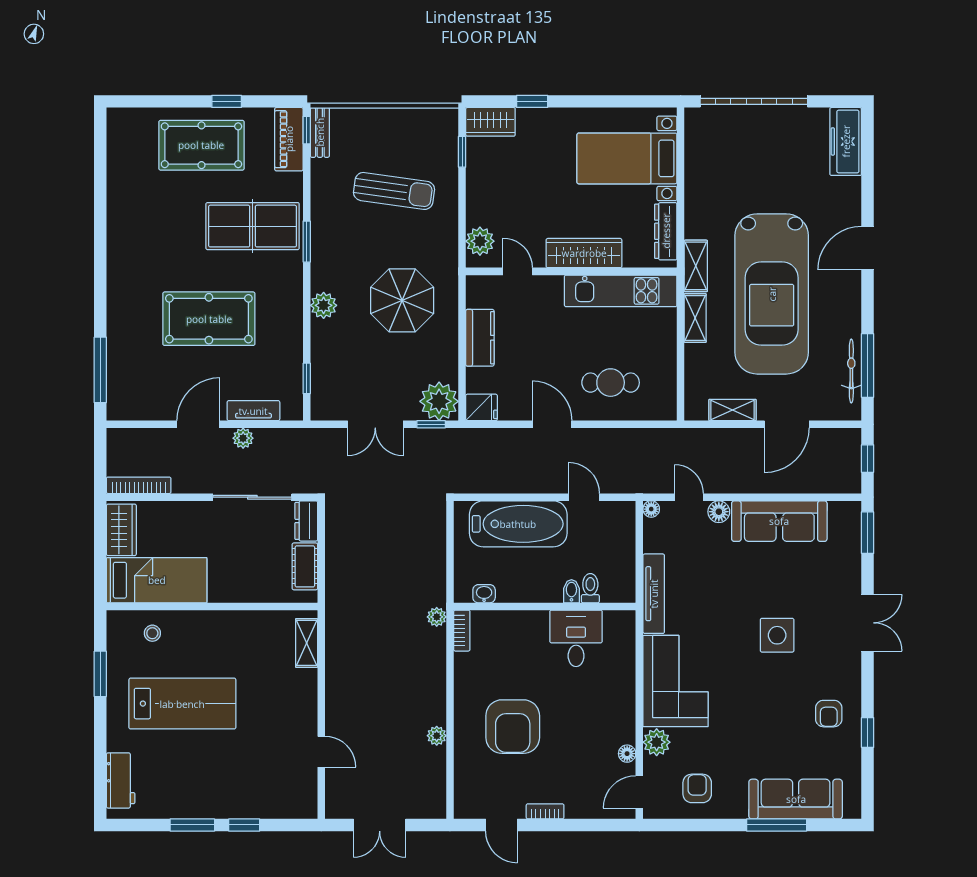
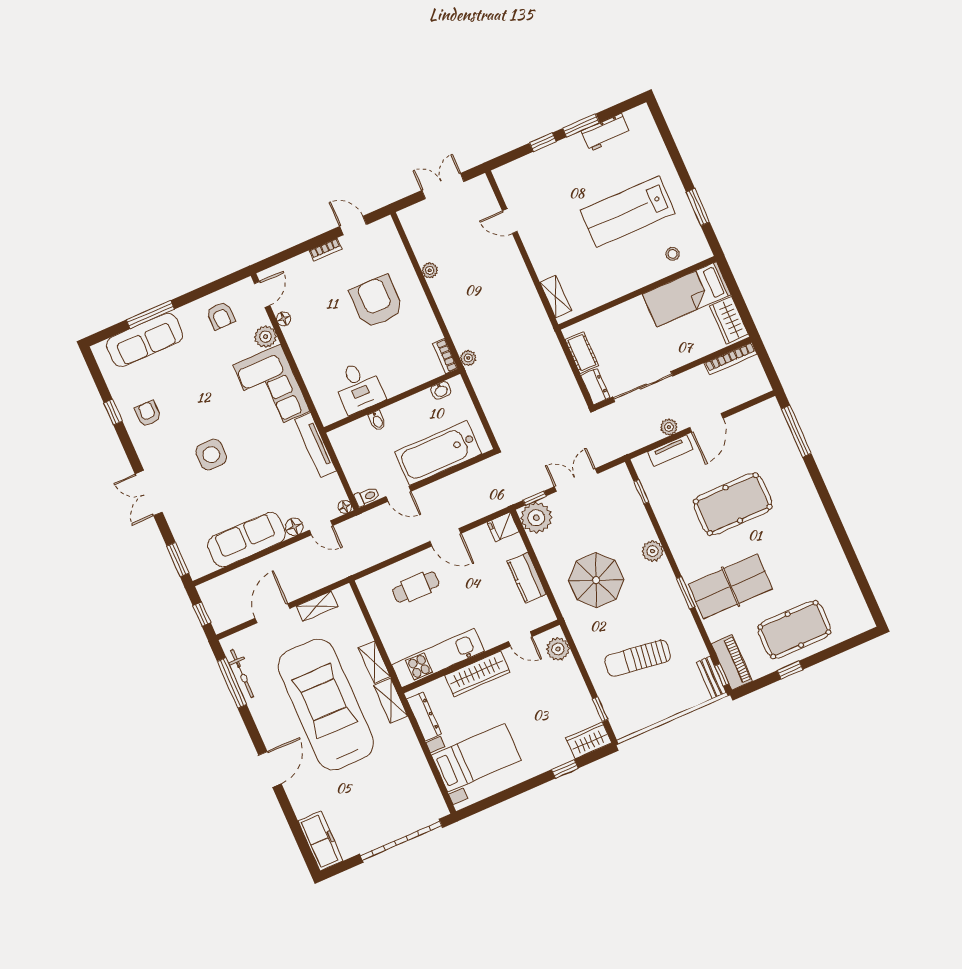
toilet: (590, 588) -> (367, 497), moved, turned -90
workbench: (121, 780) -> (606, 132), moved, turned -90

